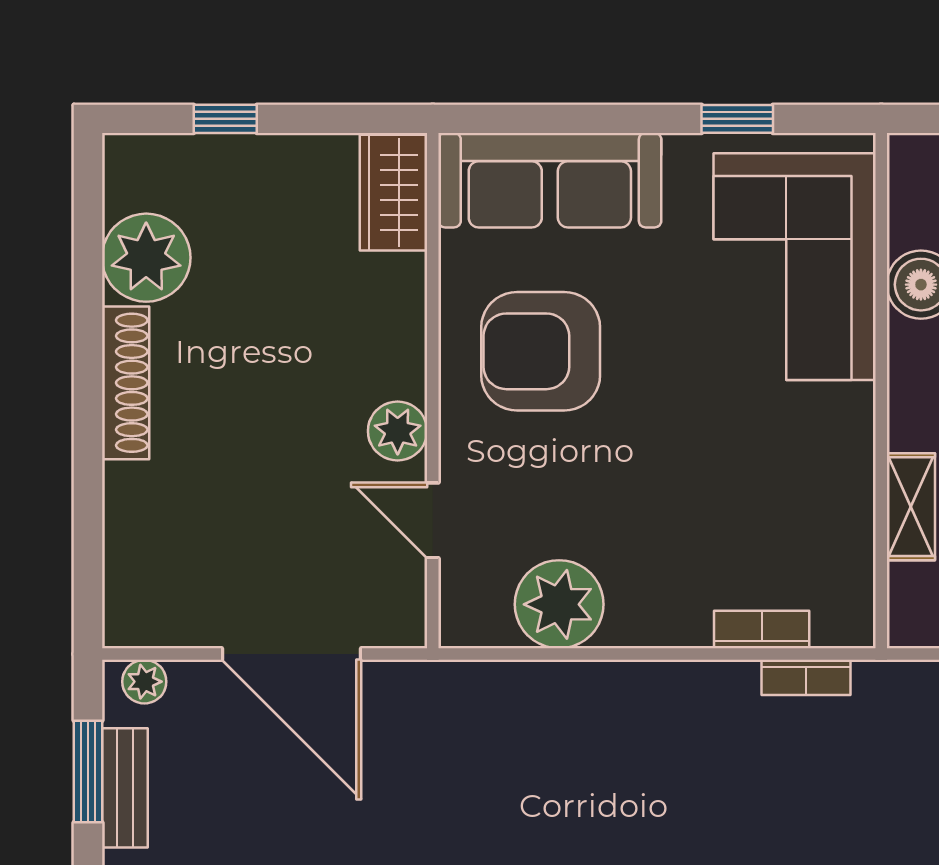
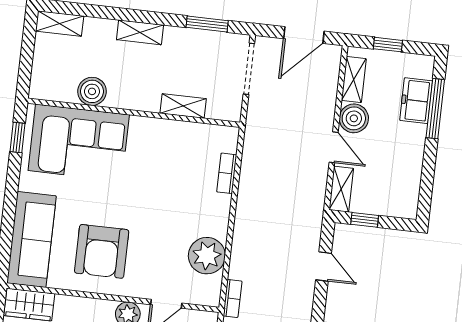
window: (737, 119) -> (17, 137), moved
bookcase: (806, 677) -> (233, 298), moved

